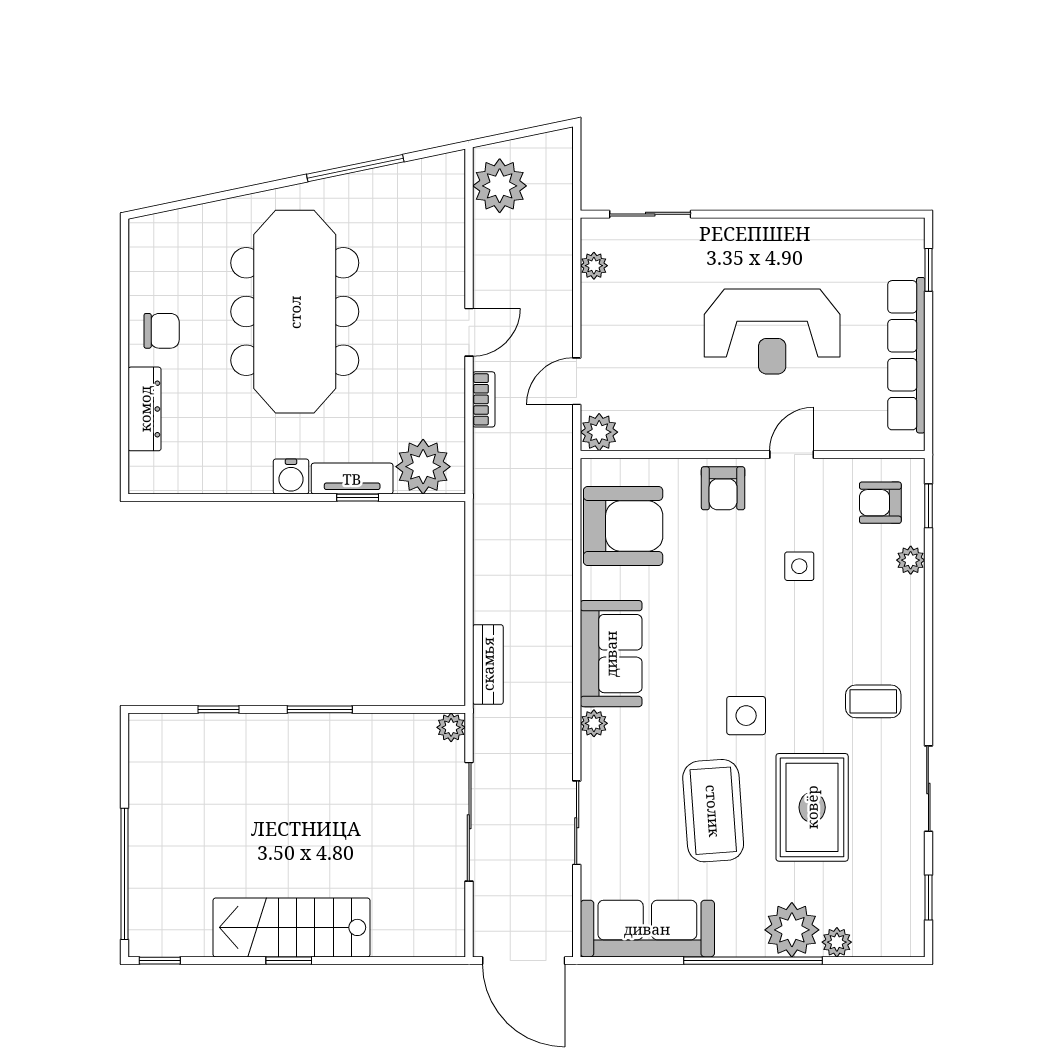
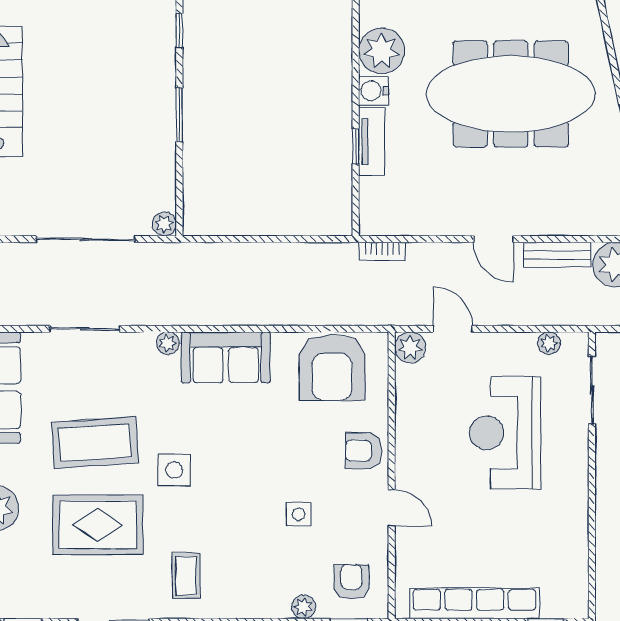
reception desk: (772, 331) -> (505, 433), moved
bookcase: (484, 399) -> (382, 251), moved
plant: (423, 467) -> (382, 51), moved
bench: (488, 664) -> (557, 255), moved

